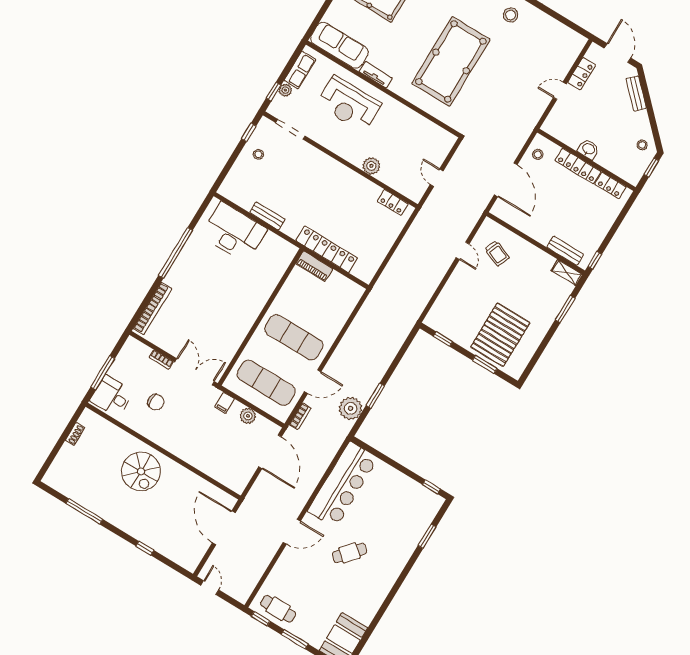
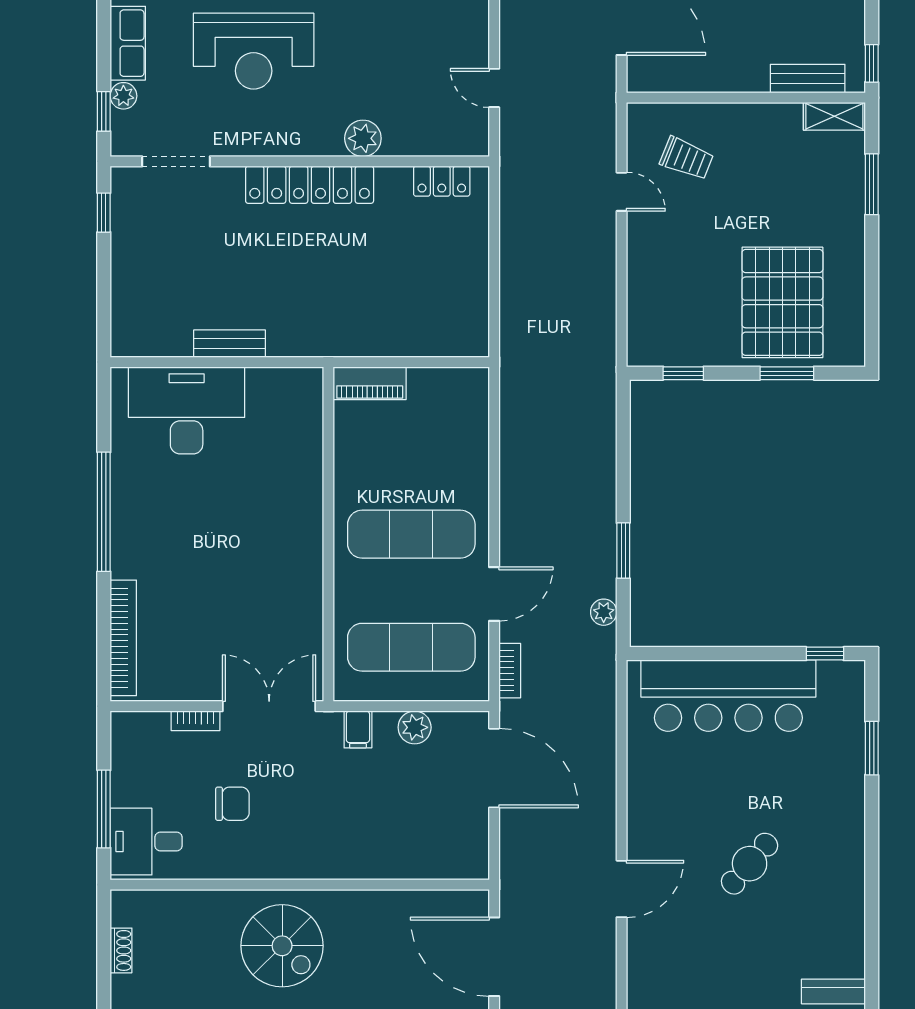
stool: (258, 154) -> (145, 242), removed
locker: (327, 249) -> (310, 185), moved, turned 180
plant: (351, 408) -> (604, 612), width x0.53, depth x0.53
bar counter: (343, 485) -> (728, 696), moved, turned 90

